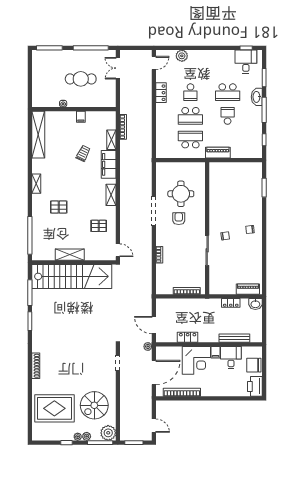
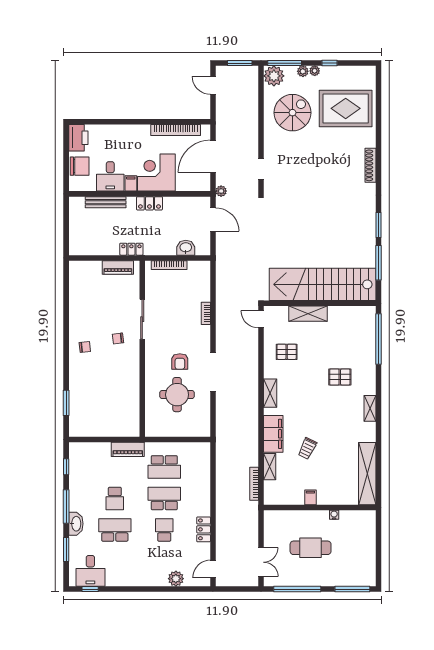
shelving: (70, 255) -> (308, 314), moved
piano: (248, 289) -> (118, 267), moved
locker: (231, 303) -> (131, 249), moved
washbasin: (255, 304) -> (186, 248), moved
locker: (188, 337) -> (149, 203), moved

